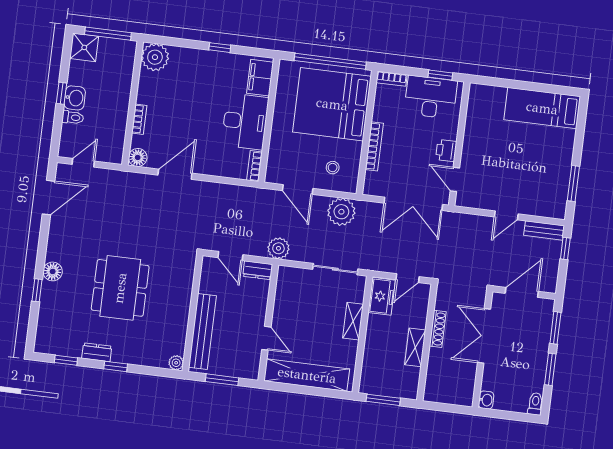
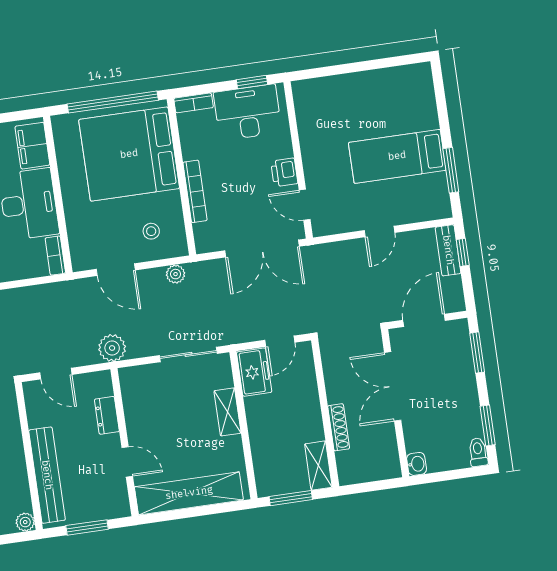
bed: (542, 108) -> (397, 156), moved
plant: (341, 212) -> (176, 274), width x0.53, depth x0.53
bench: (544, 230) -> (448, 250), moved, turned 90
dresser: (258, 270) -> (107, 415), moved, turned 90
shoe rack: (438, 329) -> (339, 427), moved
shelving: (415, 347) -> (318, 466), moved
window: (550, 369) -> (488, 425), moved

